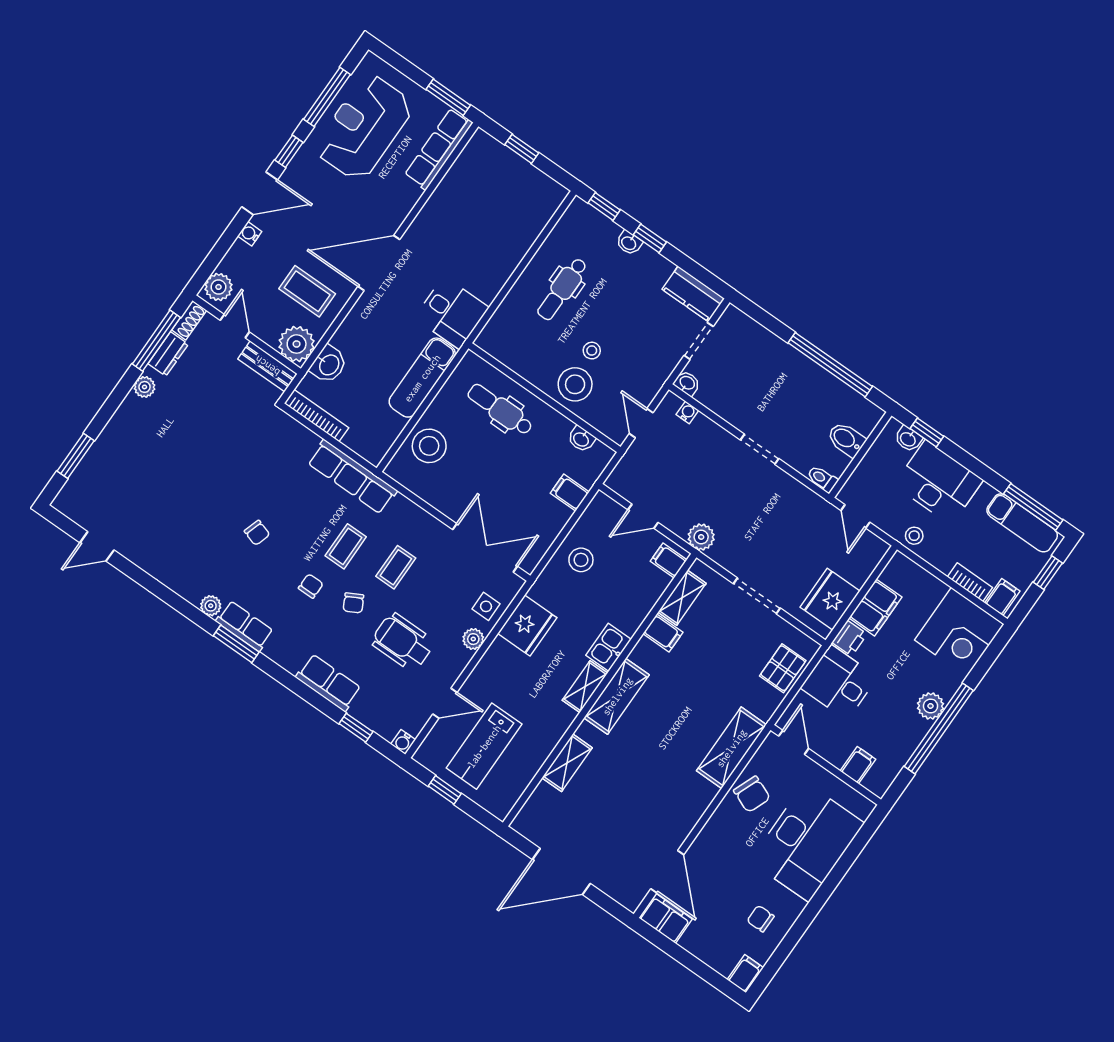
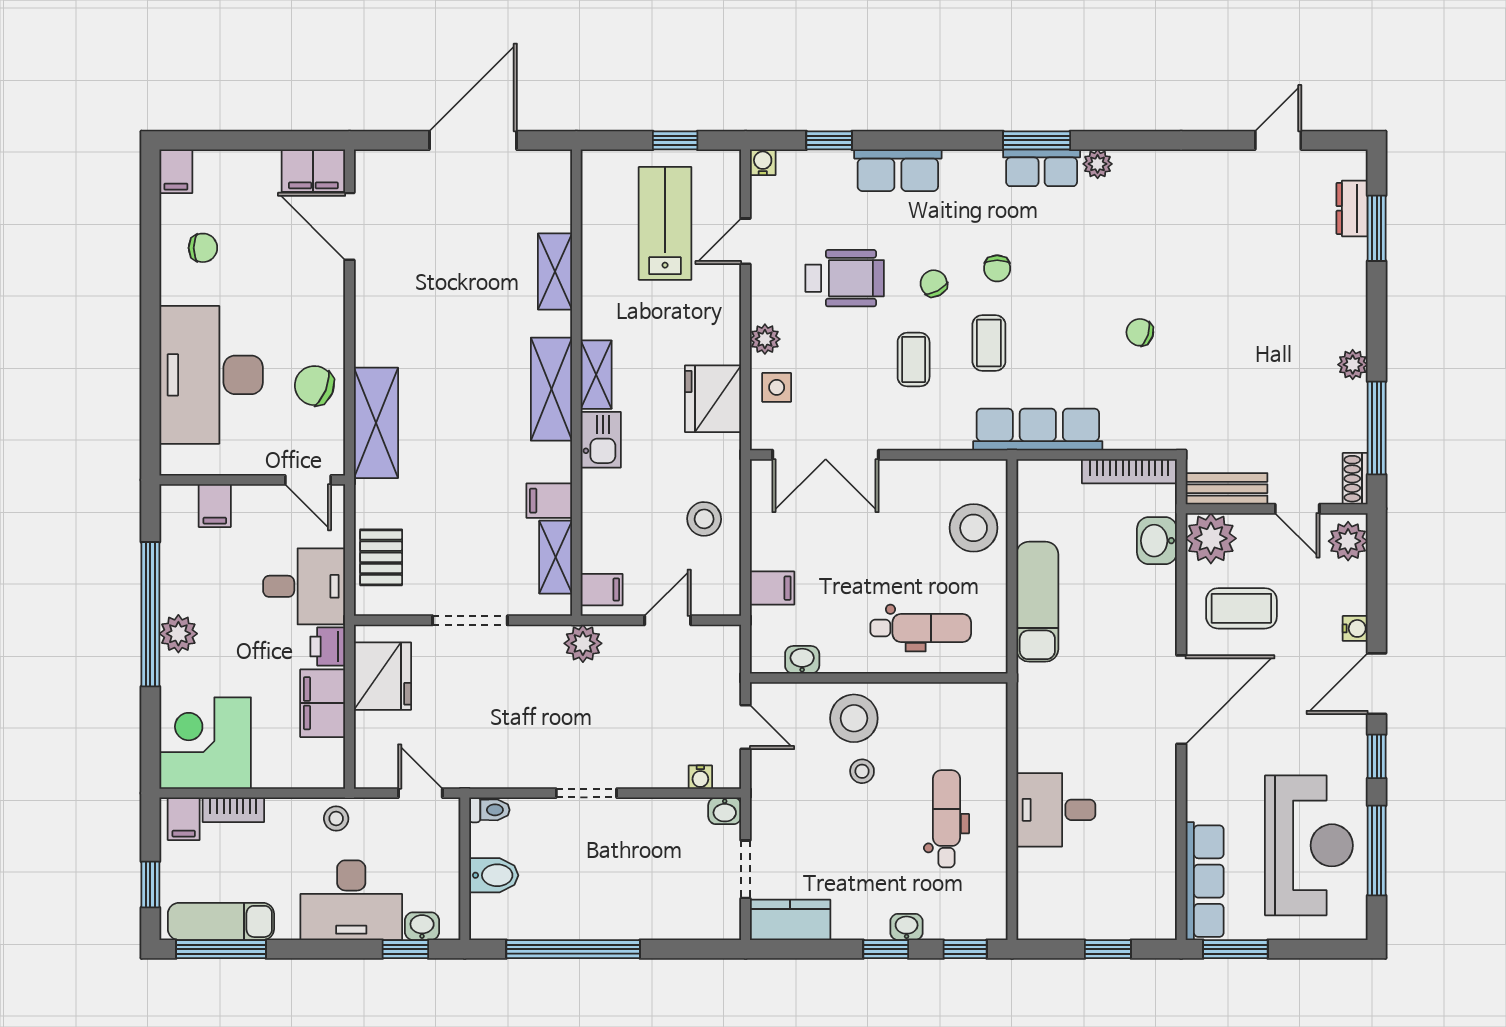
desk: (452, 313) -> (1056, 810), moved
dresser: (168, 354) -> (1352, 208), moved
chair: (257, 533) -> (1140, 332), moved

